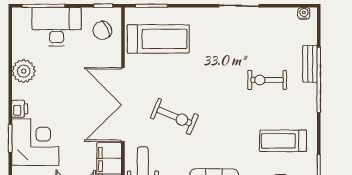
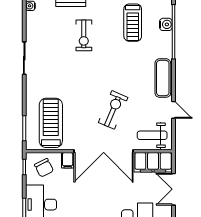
filing cabinet: (112, 60) -> (68, 160), added

